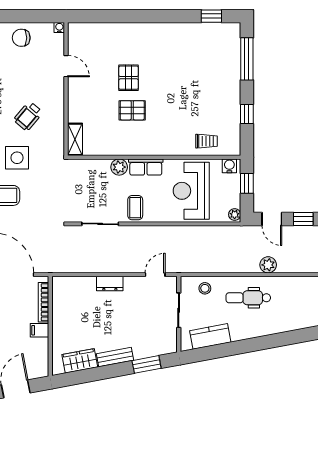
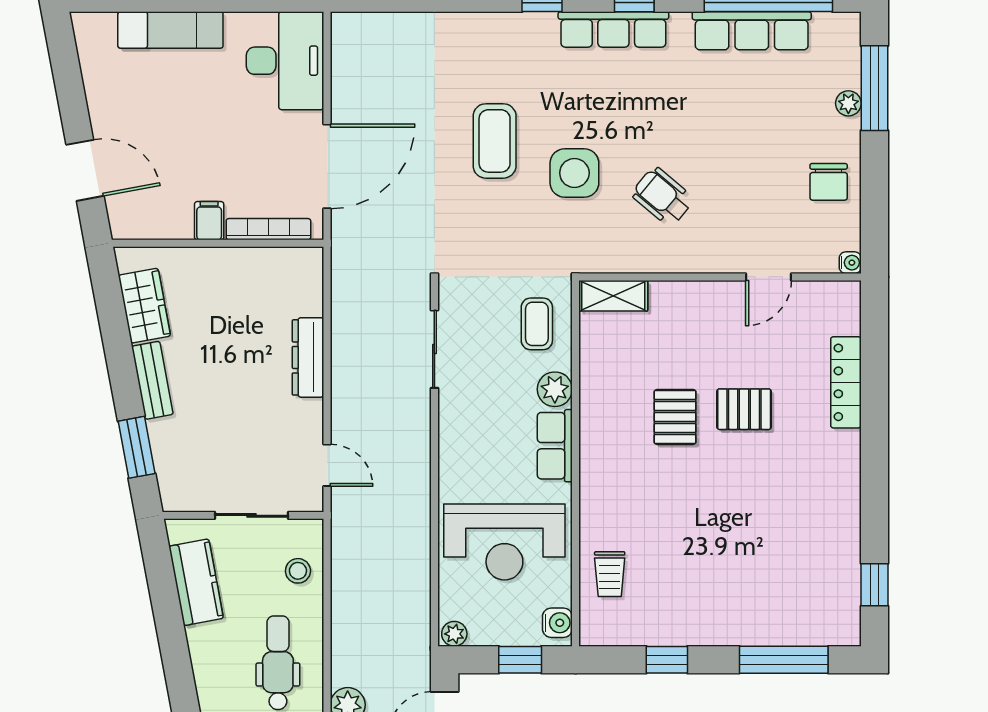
locker: (116, 30) -> (846, 382), added
chair: (21, 38) -> (829, 182), turned 180
reception desk: (191, 191) -> (504, 542), turned 180
coffee table: (135, 208) -> (537, 324), moved, turned 90
dresser: (110, 284) -> (308, 357), width x1.44

